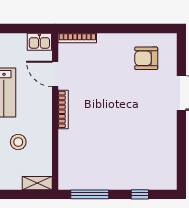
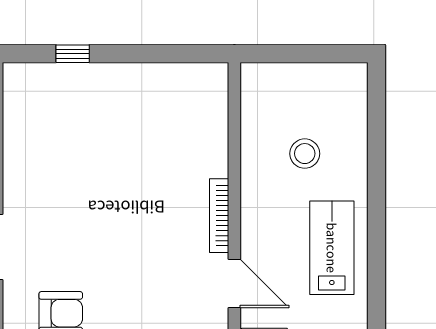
shelving: (37, 183) -> (268, 75), removed
window: (90, 194) -> (168, 54), removed

